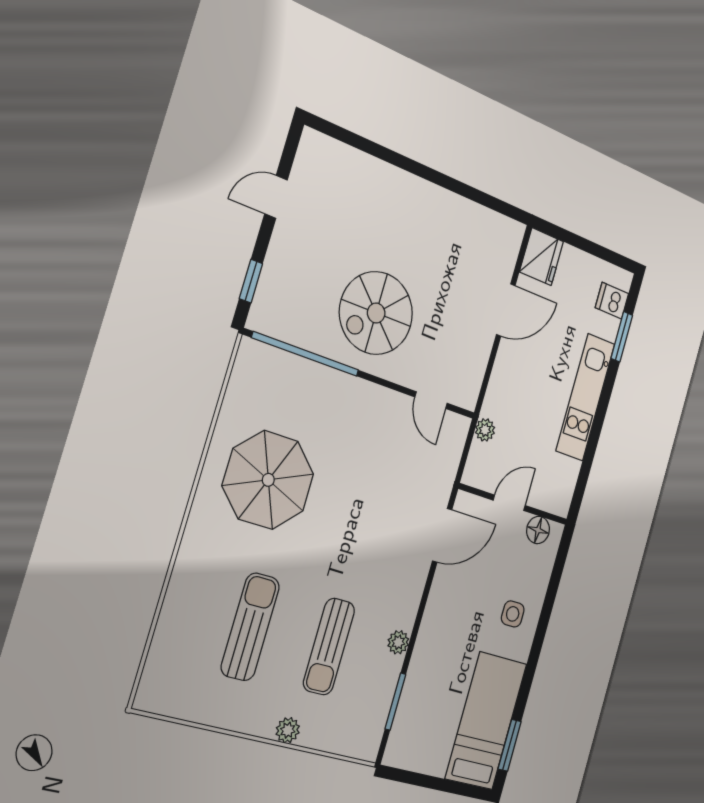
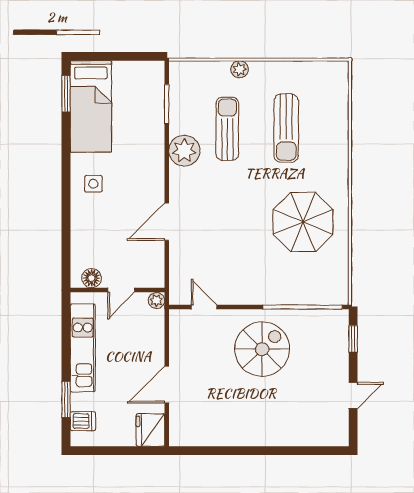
door: (509, 503) -> (121, 290), moved
wall: (514, 504) -> (117, 290), moved
floor lamp: (538, 530) -> (92, 278), moved
plant: (398, 642) -> (184, 151), width x1.88, depth x1.88

